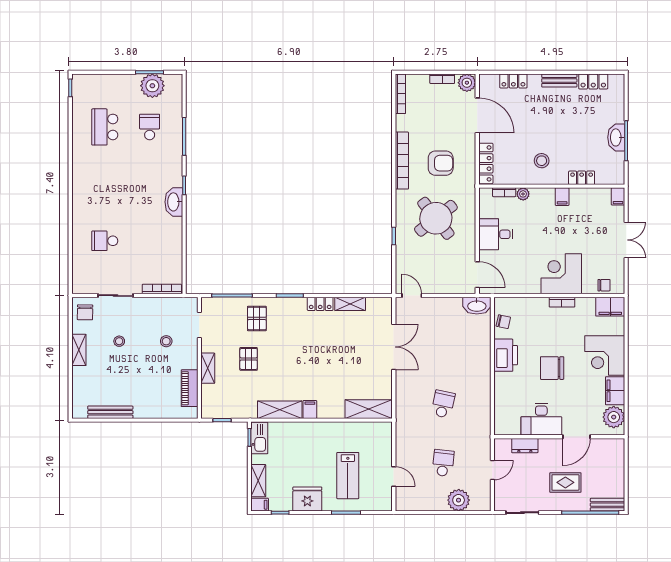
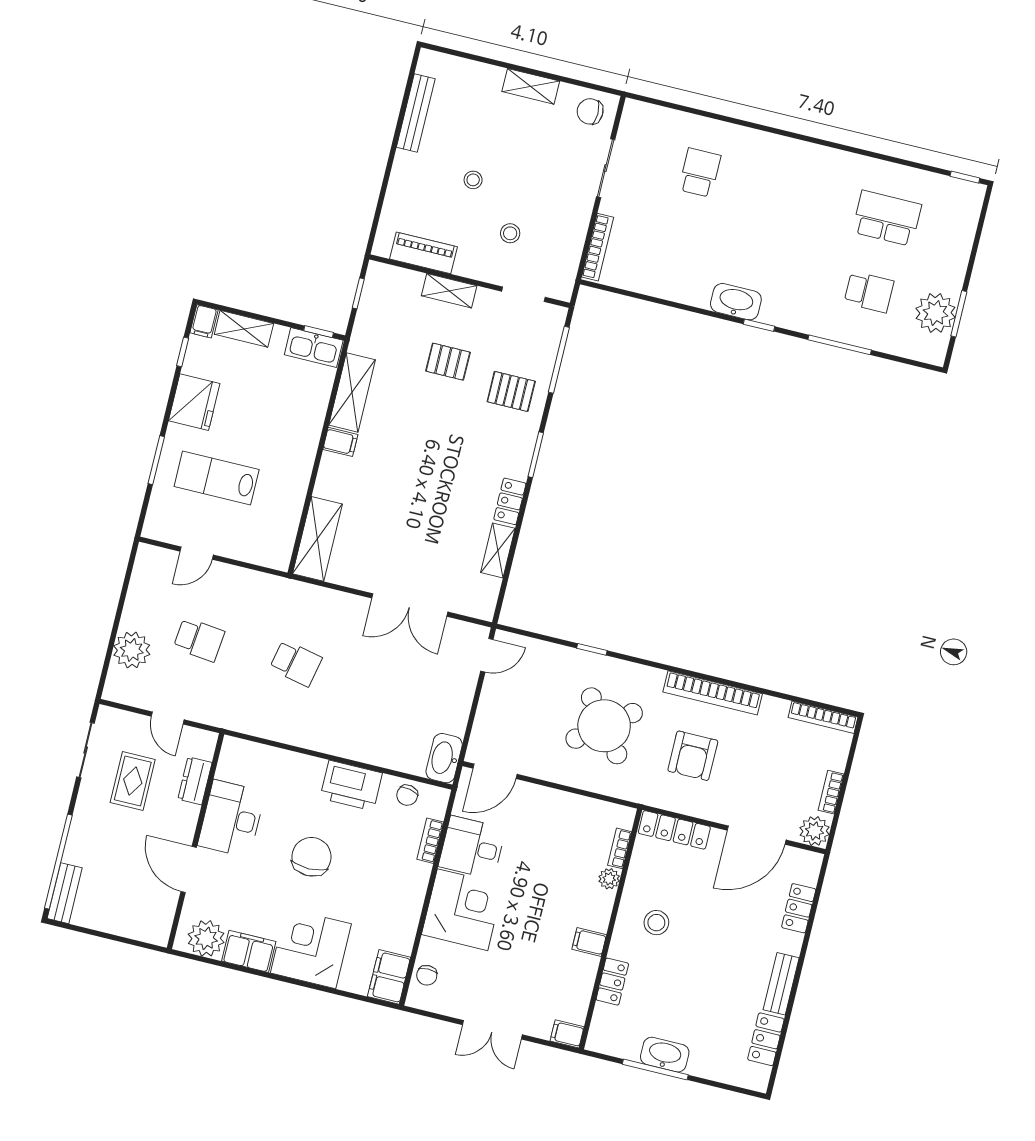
desk: (496, 234) -> (472, 847), moved, turned -90
bookcase: (562, 302) -> (430, 841), moved
stool: (119, 341) -> (473, 180), moved
rug: (565, 482) -> (133, 781), moved

